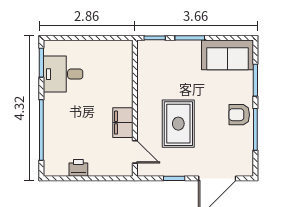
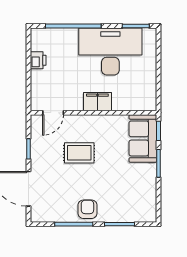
sofa: (227, 55) -> (143, 138), moved
desk: (63, 74) -> (110, 51), width x1.87, depth x1.30
filing cabinet: (123, 123) -> (97, 102), moved
rug: (178, 124) -> (79, 153), width x0.73, depth x0.70

